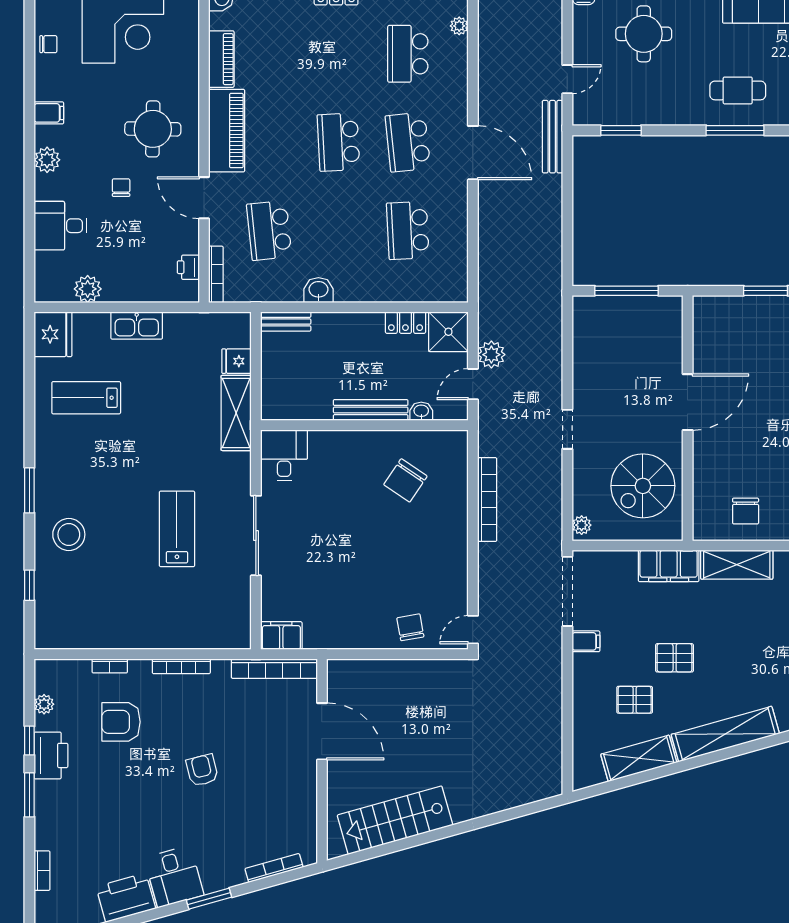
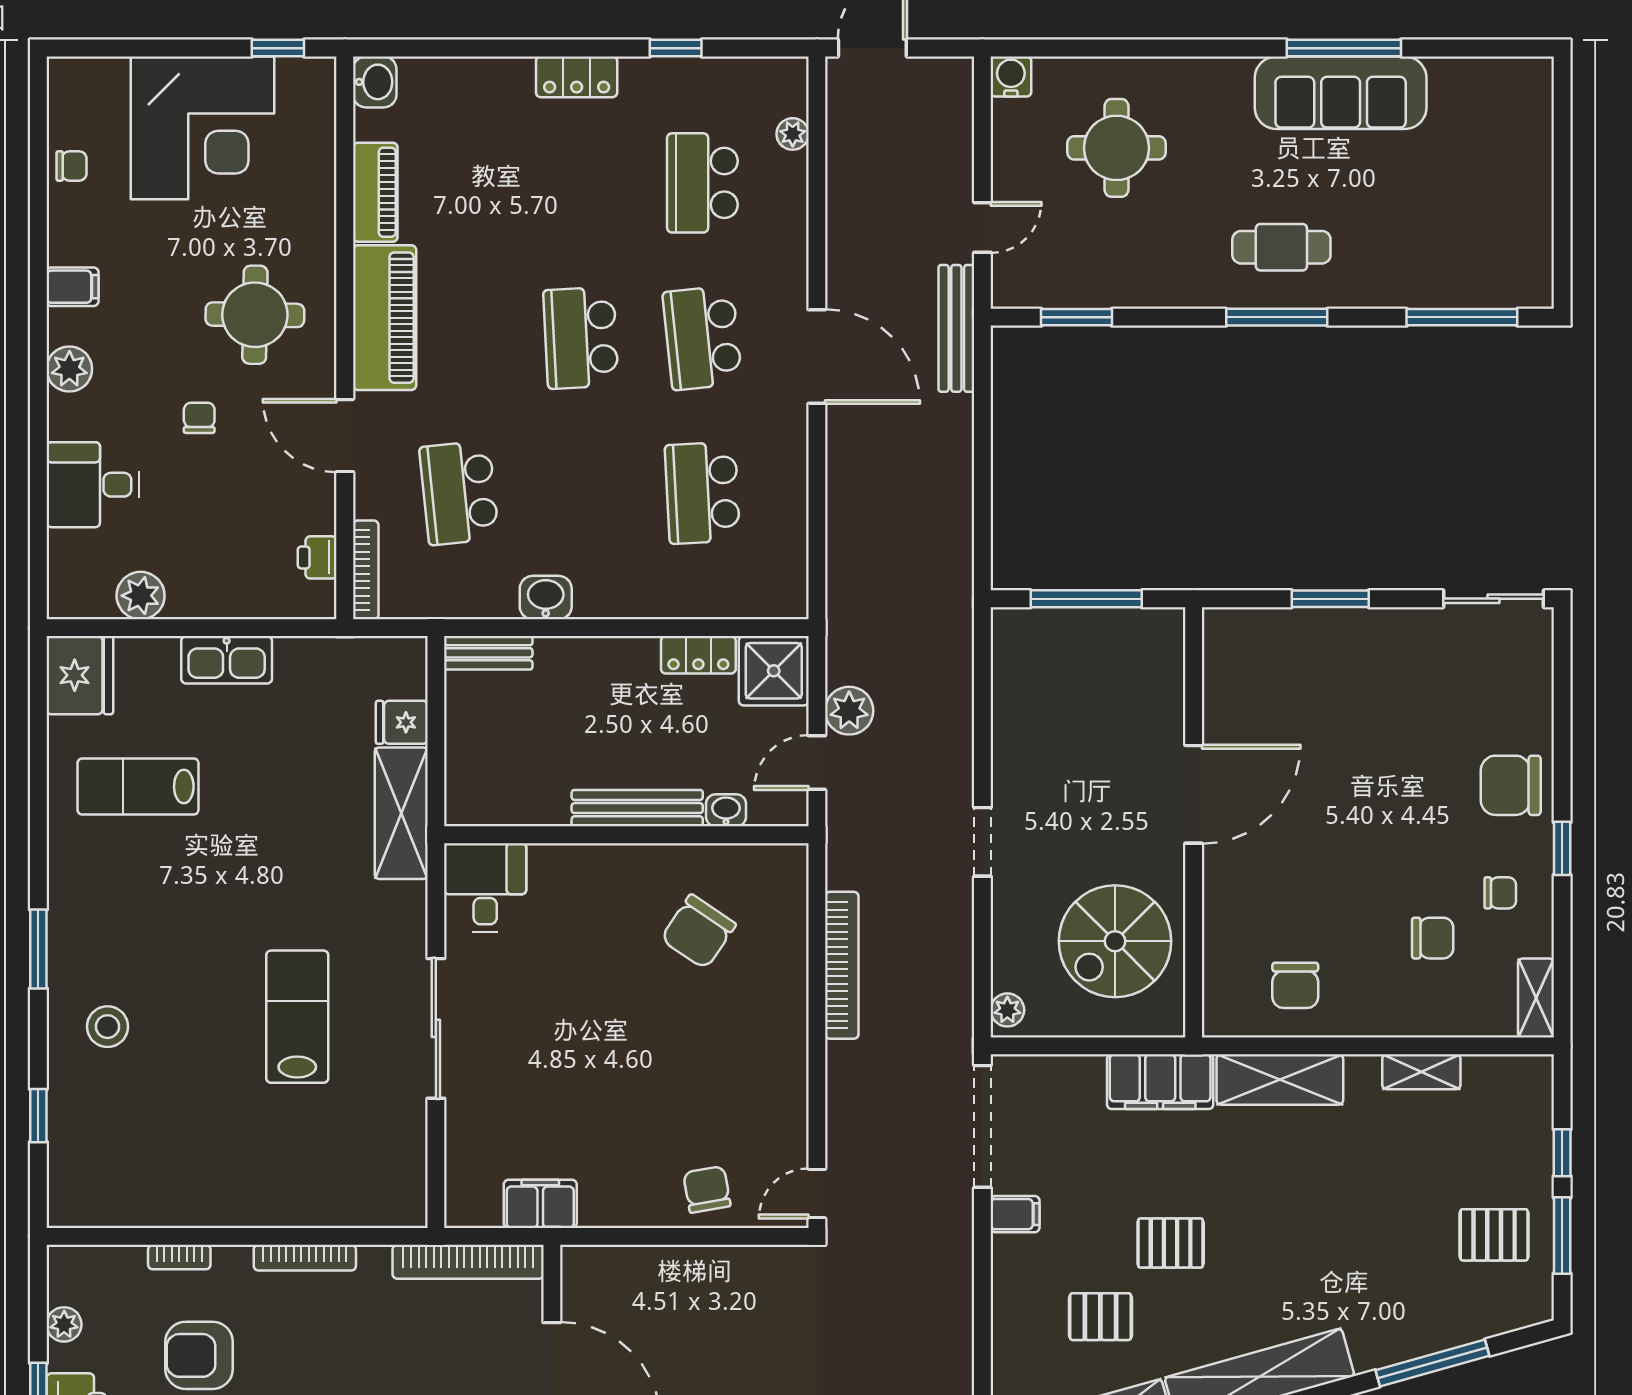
stool: (69, 534) -> (107, 1027), width x0.73, depth x0.73
filing cabinet: (281, 636) -> (540, 1204), moved

